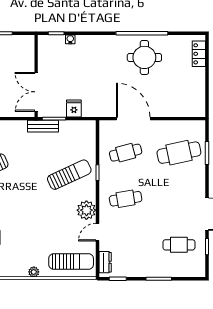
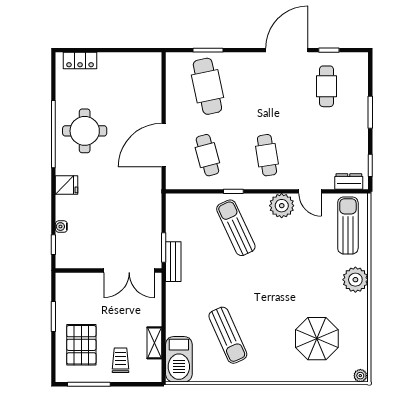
fridge: (74, 108) -> (67, 185), moved, turned 180
plant: (34, 272) -> (355, 280), width x1.88, depth x1.88

